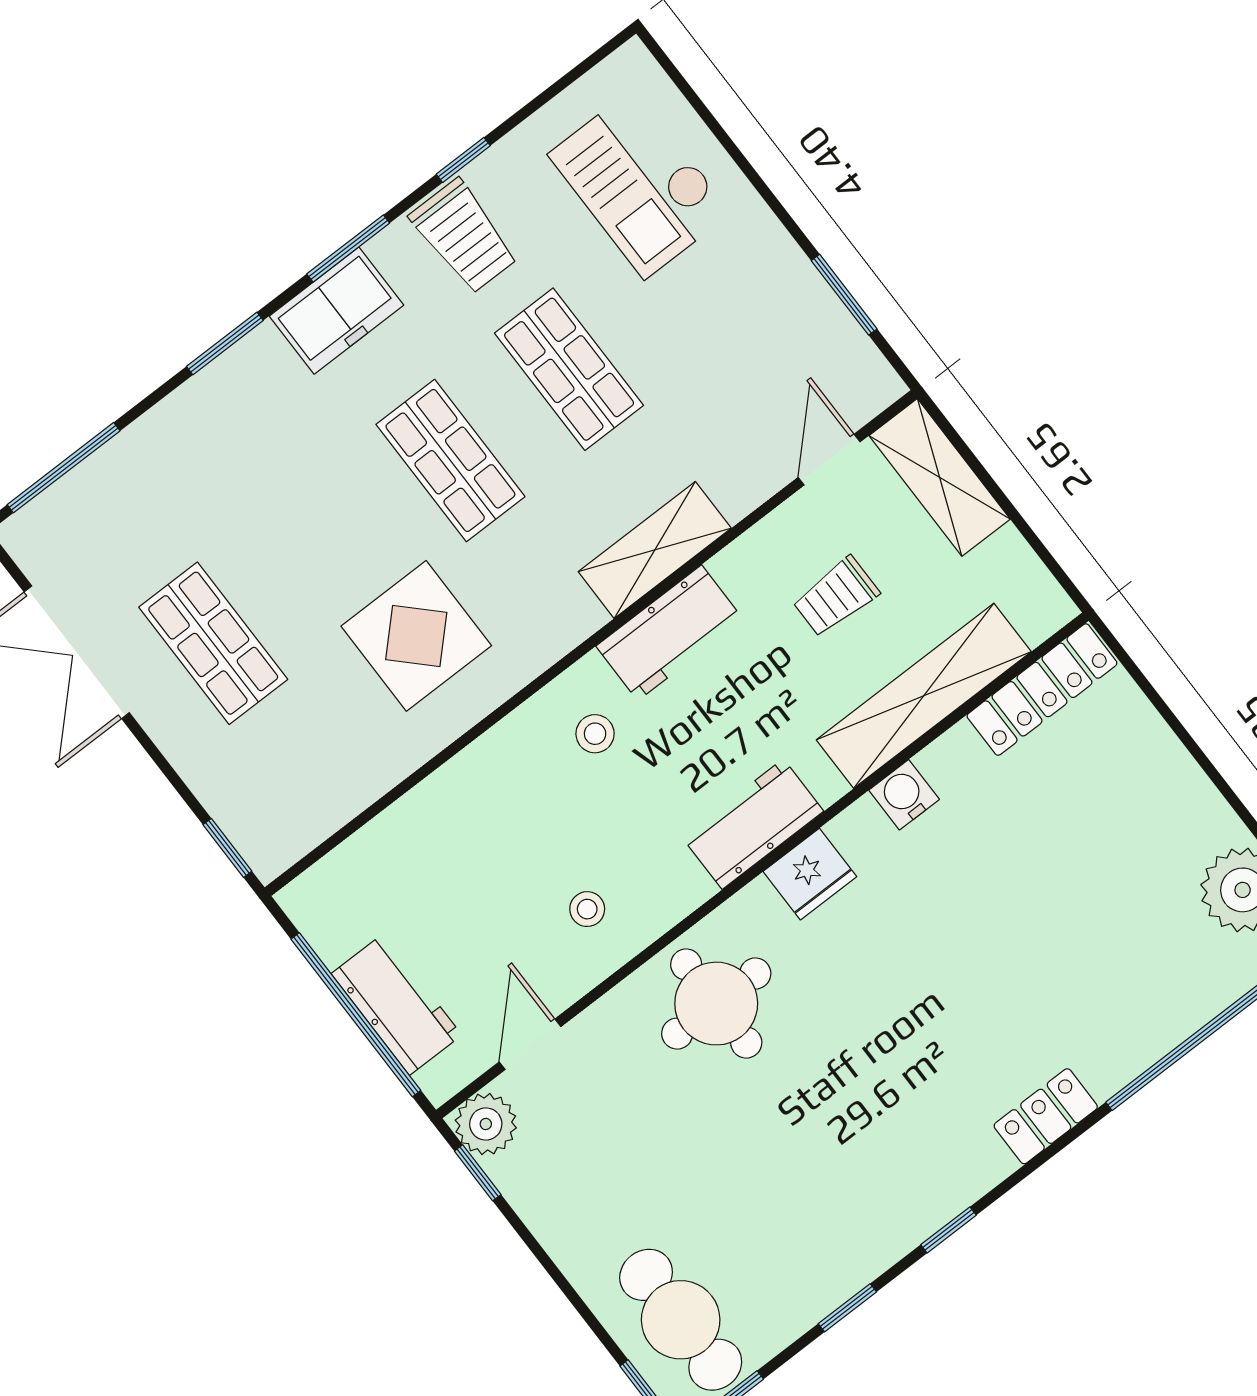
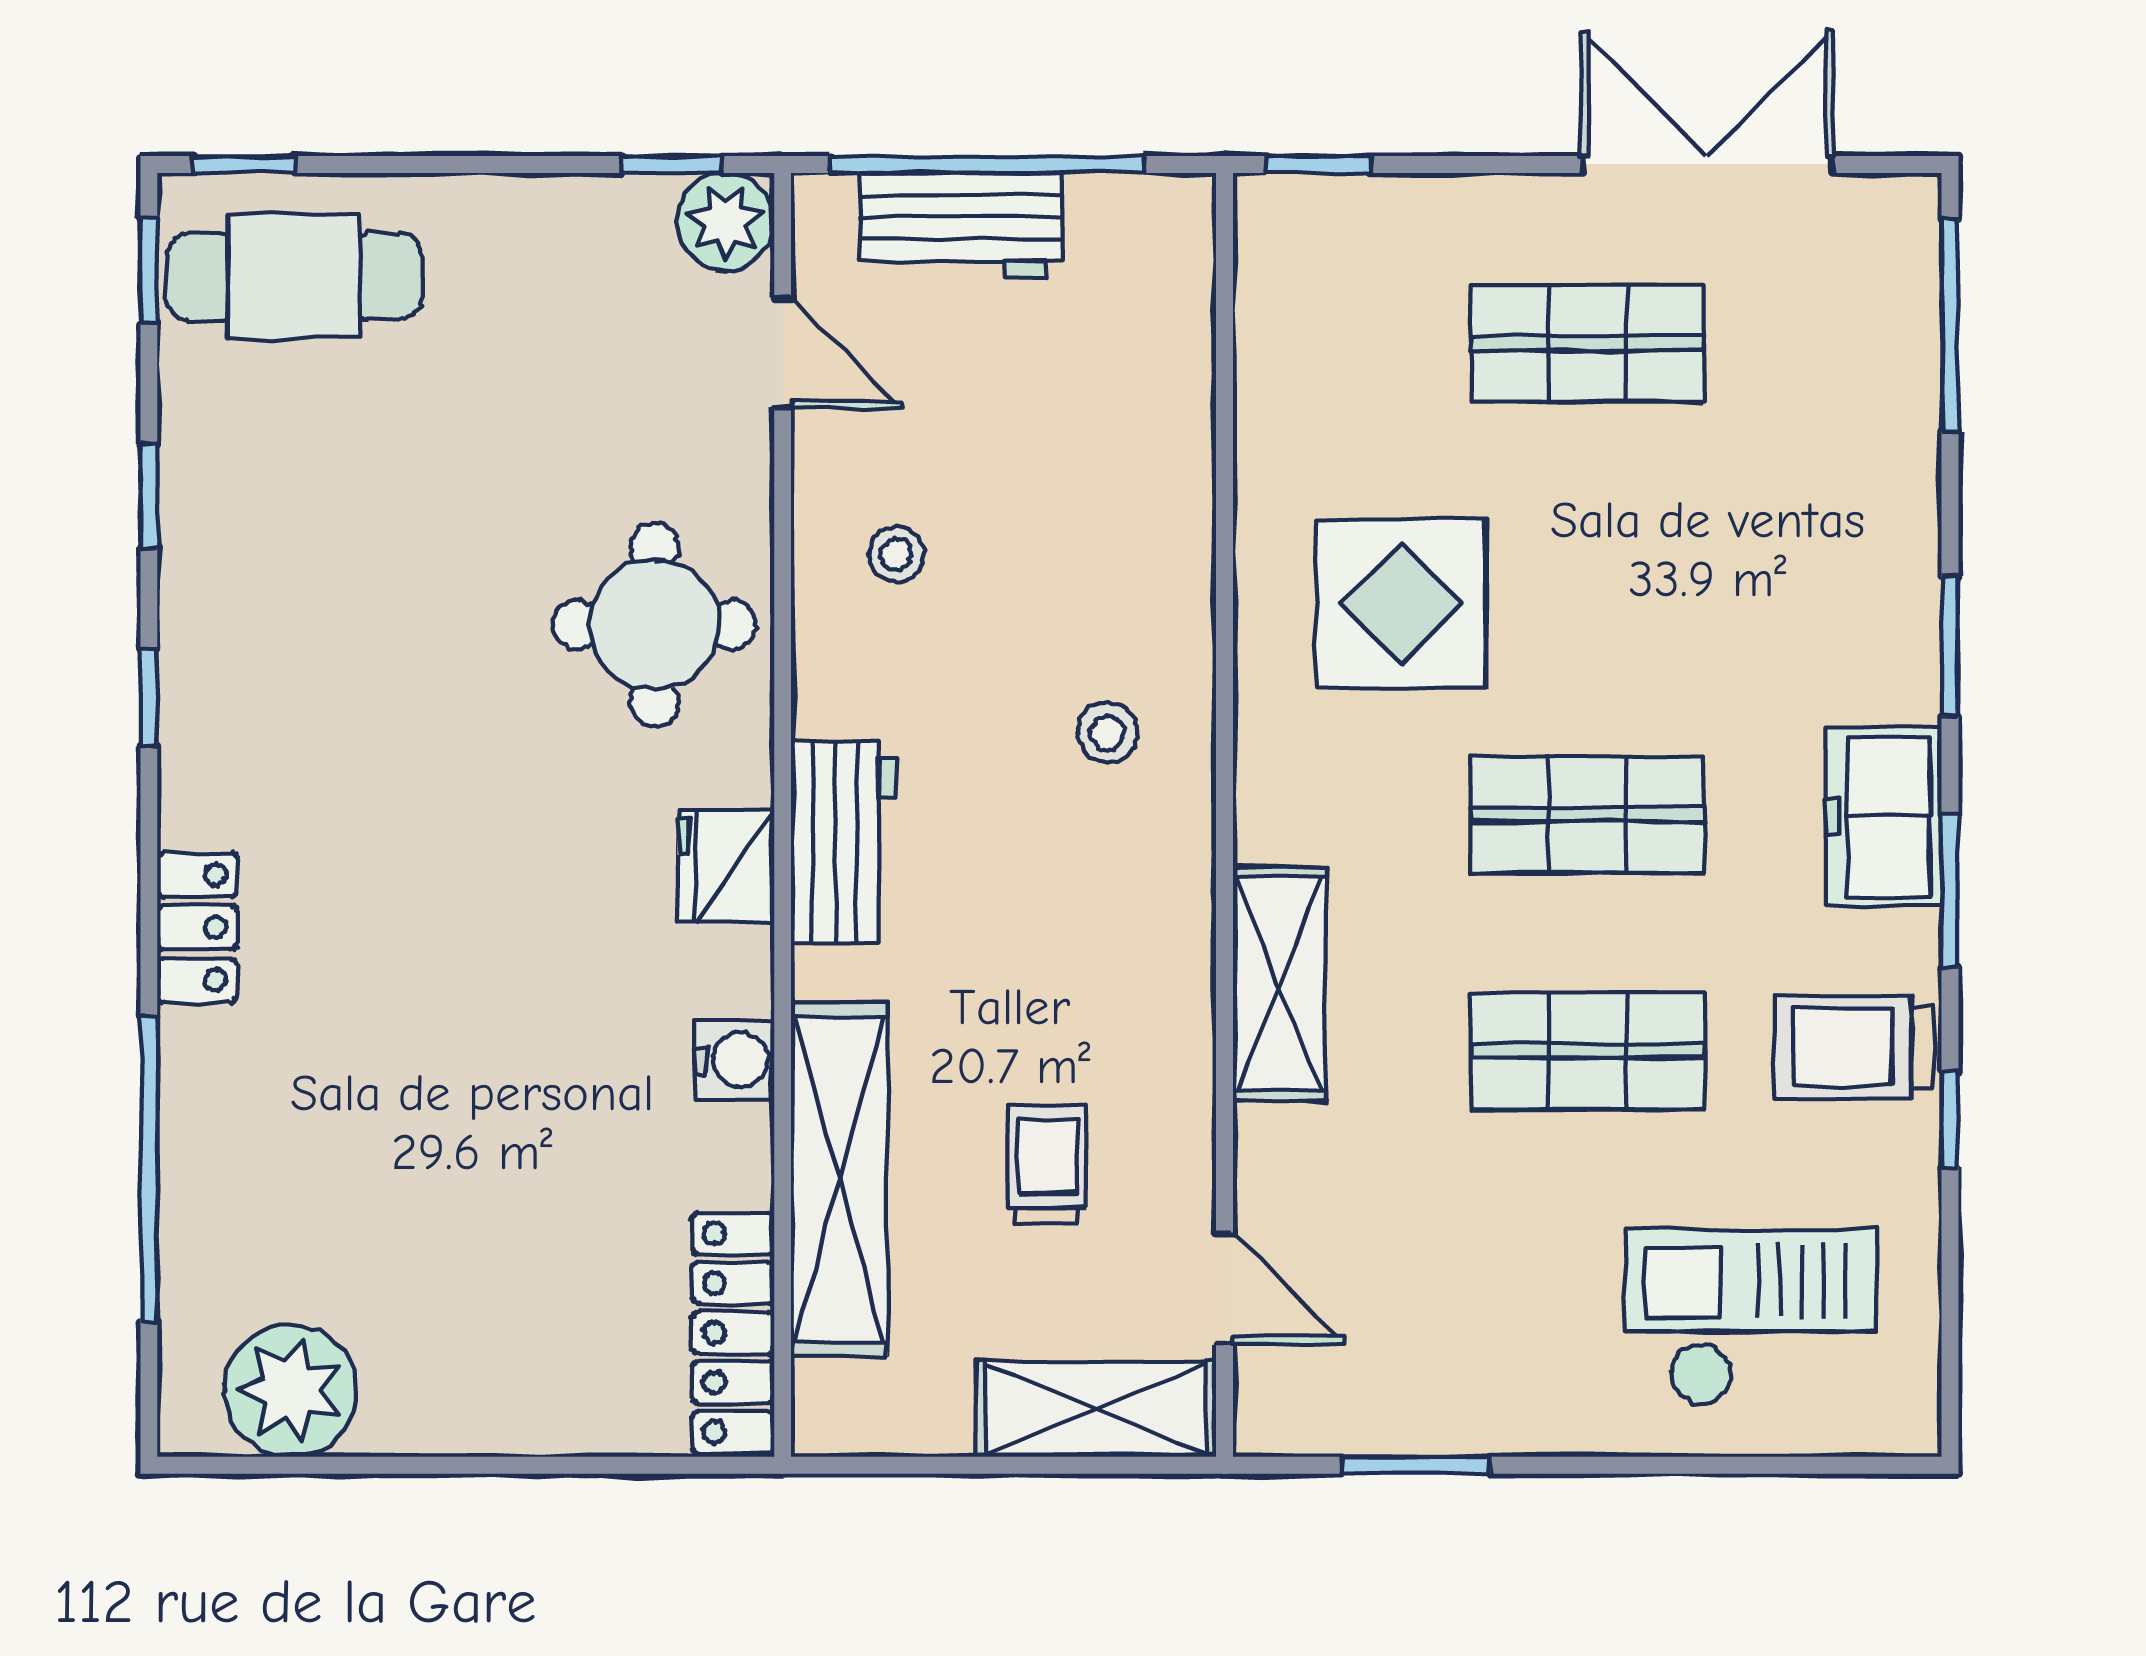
workbench: (670, 633) -> (1162, 923), removed

